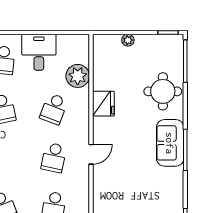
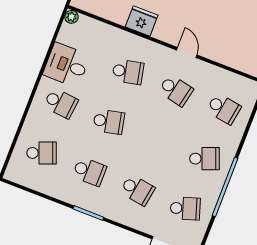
plant: (78, 76) -> (71, 17), moved, width x0.53, depth x0.53
school desk: (54, 109) -> (128, 72), turned -33

